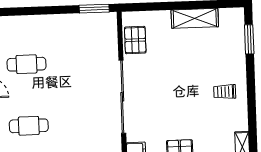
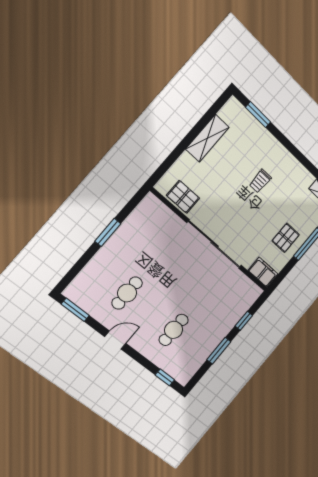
window: (94, 9) -> (108, 232), moved
trolley: (225, 92) -> (260, 181), moved

